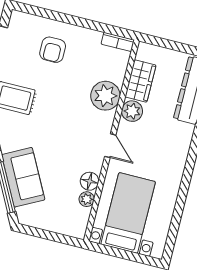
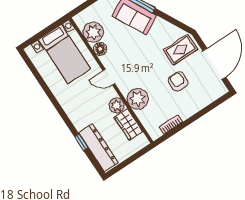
bookcase: (118, 42) -> (171, 125), moved
armchair: (53, 50) -> (178, 81), moved
plant: (87, 199) -> (93, 32), width x1.88, depth x1.88

